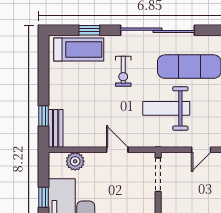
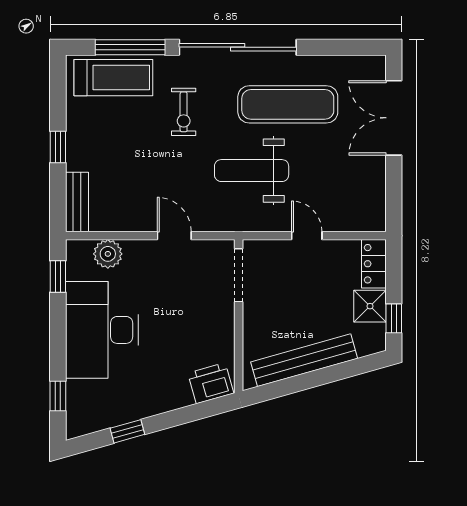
window: (89, 30) -> (130, 47), width x2.17
window: (44, 116) -> (58, 147), moved
door: (201, 150) -> (307, 236), swing flipped
window: (44, 197) -> (58, 276), moved

